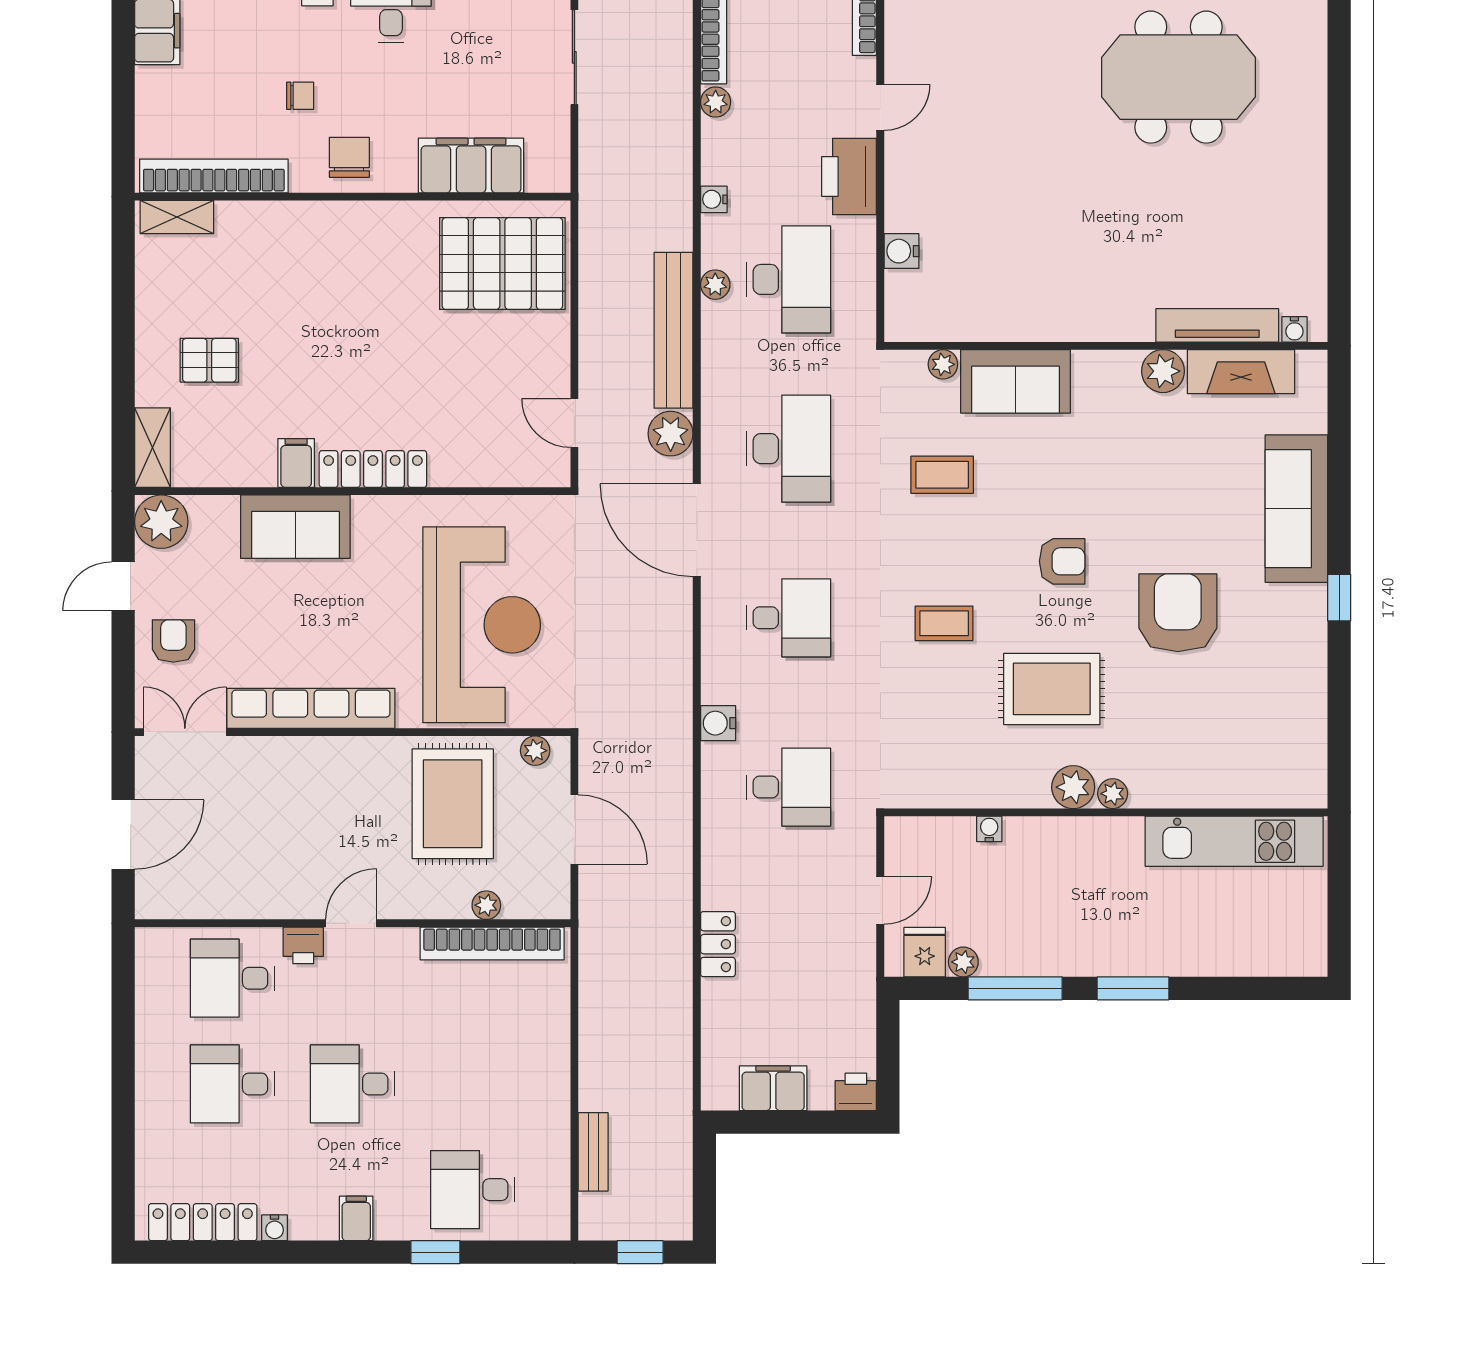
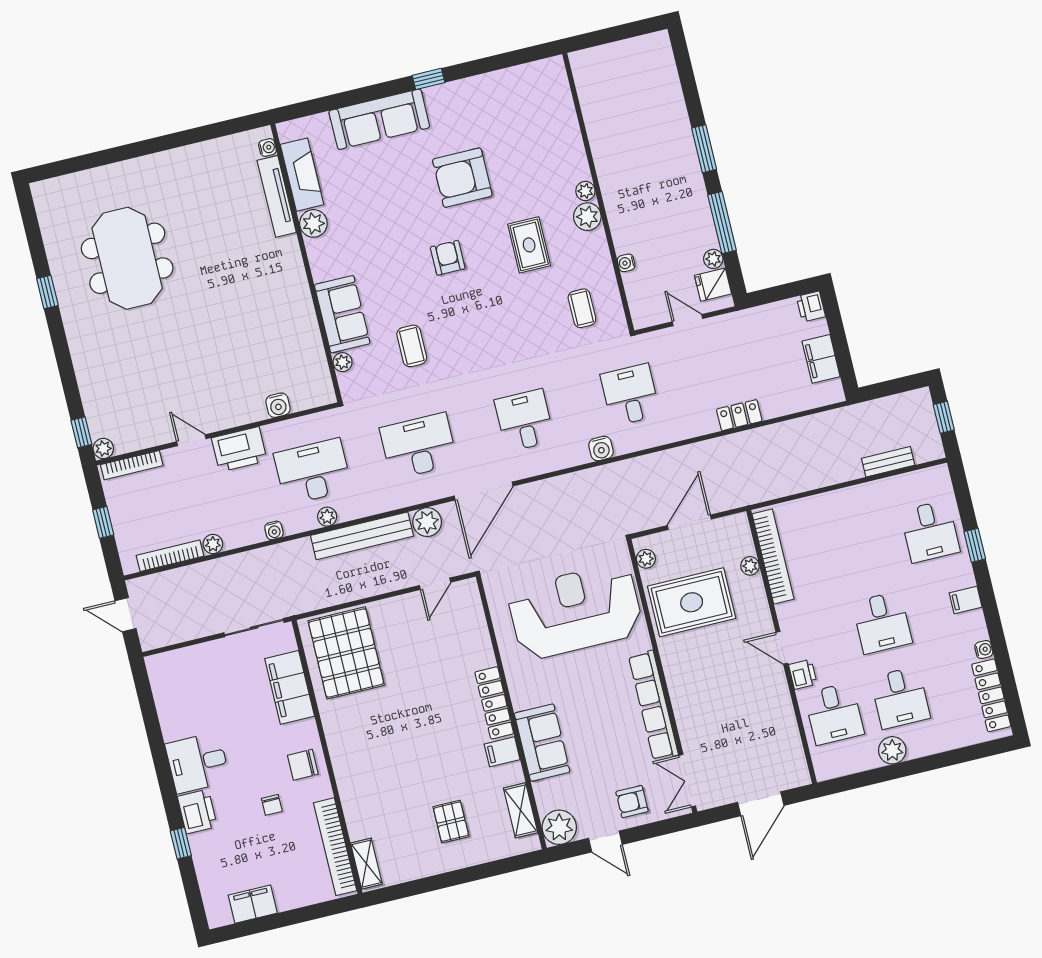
sliding door: (574, 57) -> (254, 628), moved
chair: (300, 96) -> (272, 805), turned 180
shelving: (152, 448) -> (521, 810), moved, turned 90
coffee table: (944, 623) -> (582, 308), moved
rug: (1052, 689) -> (529, 245), width x0.73, depth x0.70
door: (123, 835) -> (761, 804), swing flipped
kitchen unit: (1234, 841) -> (597, 108), removed
plant: (156, 1053) -> (892, 750), added

